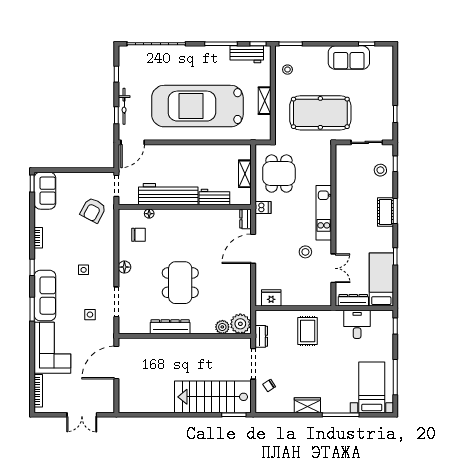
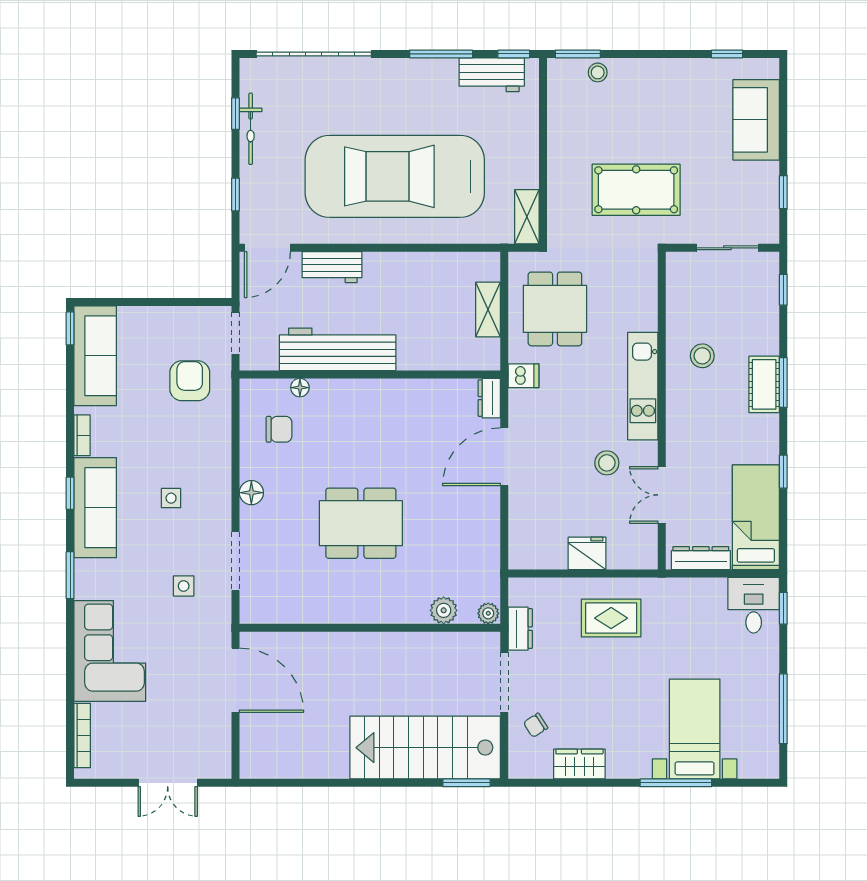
sofa: (349, 58) -> (756, 120), moved, turned 90
stool: (287, 70) -> (598, 72), moved
shelving: (265, 101) -> (527, 217), moved
bicycle: (124, 106) -> (251, 129), moved
pool table: (320, 113) -> (636, 190), width x0.73, depth x0.76
stool: (380, 170) -> (702, 356), moved
sofa: (45, 191) -> (95, 356), width x1.36
workbench: (214, 197) -> (332, 267), moved, turned 180
armchair: (93, 210) -> (190, 381), turned 152
double door: (333, 268) -> (662, 495), swing flipped
dining table: (180, 283) -> (361, 523), turned 90
sofa: (45, 296) -> (95, 508), moved
fridge: (271, 298) -> (587, 553), moved
plant: (240, 324) -> (488, 613), width x0.53, depth x0.53
desk: (357, 324) -> (754, 605), moved
dresser: (170, 327) -> (341, 610), removed
rug: (308, 331) -> (611, 618), turned 90
door: (116, 363) -> (235, 680), swing flipped
bed with nightstands: (372, 387) -> (695, 729), moved
wardrobe: (307, 405) -> (579, 764), moved

